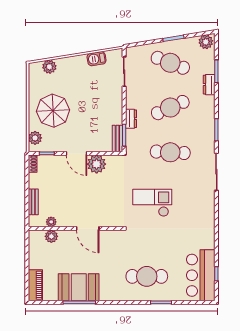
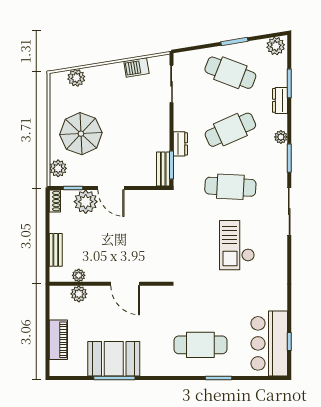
plant: (210, 113) -> (281, 137), added
plant: (97, 164) -> (86, 202), moved
checkout: (152, 203) -> (237, 245), moved, turned -90
piano: (35, 285) -> (58, 340), moved

